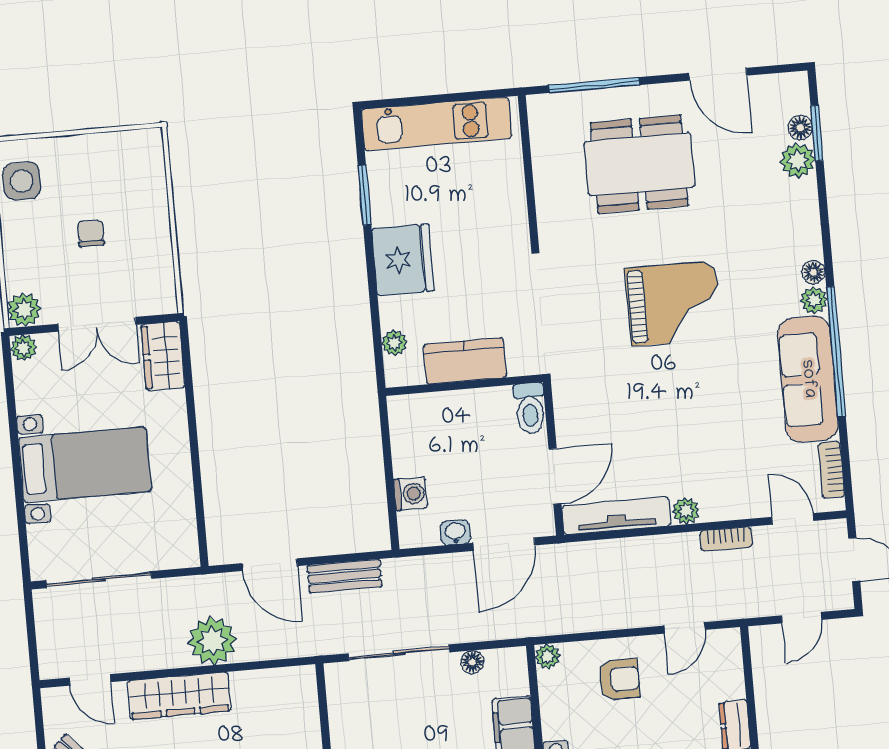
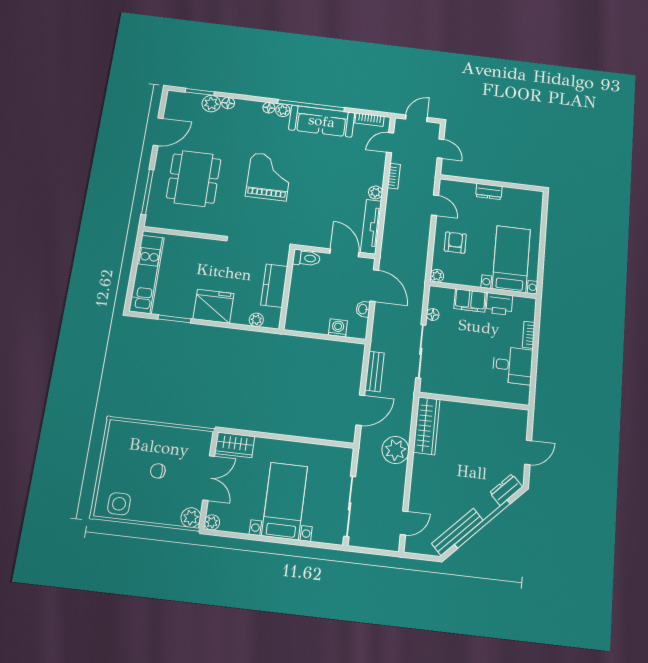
floor lamp: (800, 128) -> (228, 103), moved
wardrobe: (179, 696) -> (427, 426), moved

